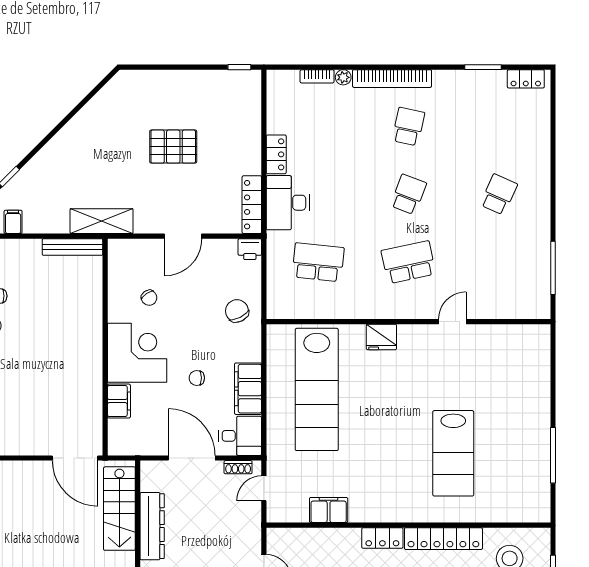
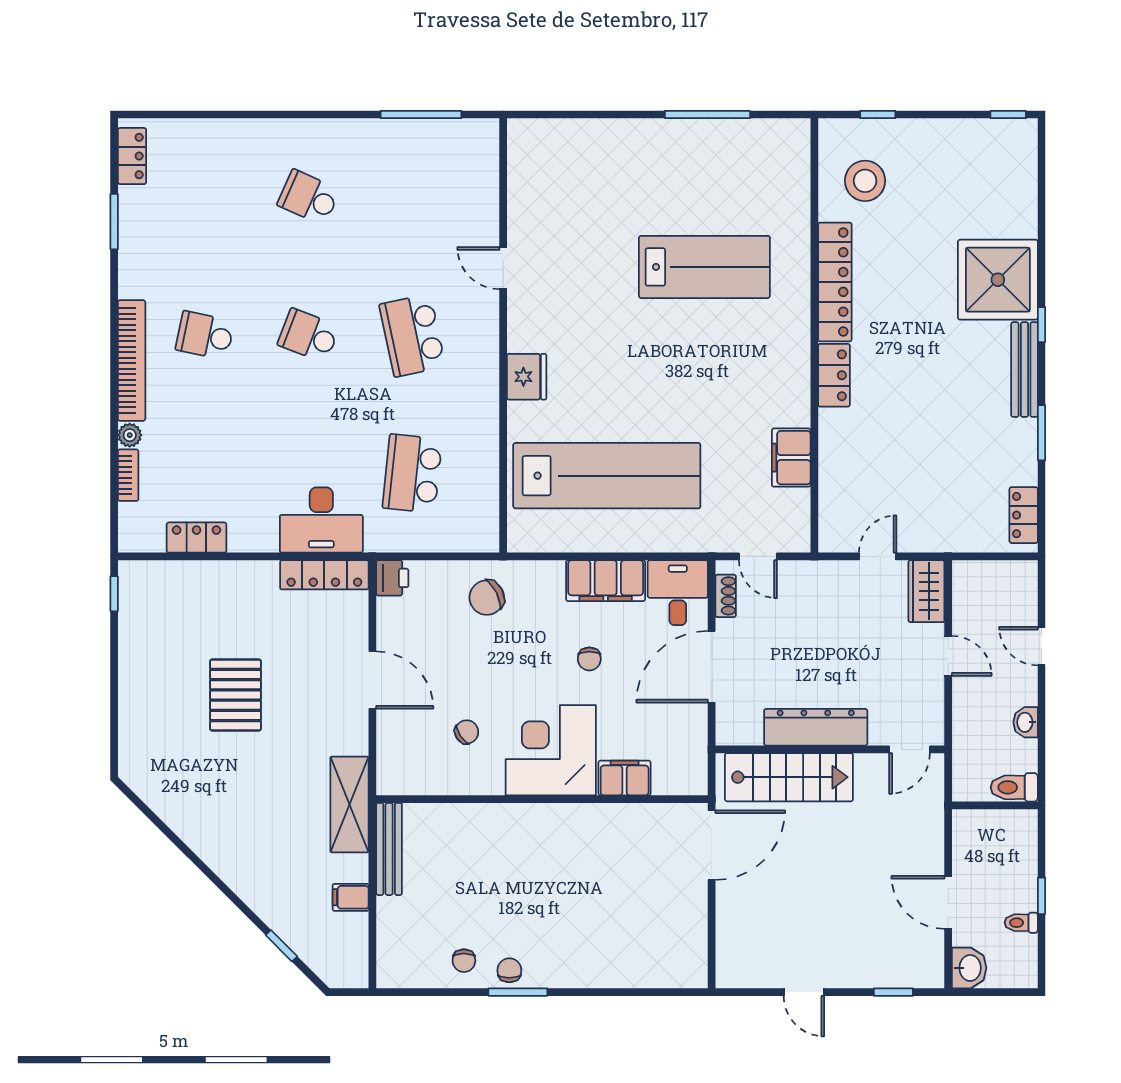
locker: (276, 154) -> (197, 538), moved
filing cabinet: (13, 222) -> (351, 897), moved

